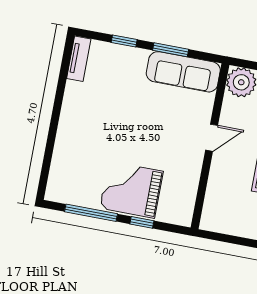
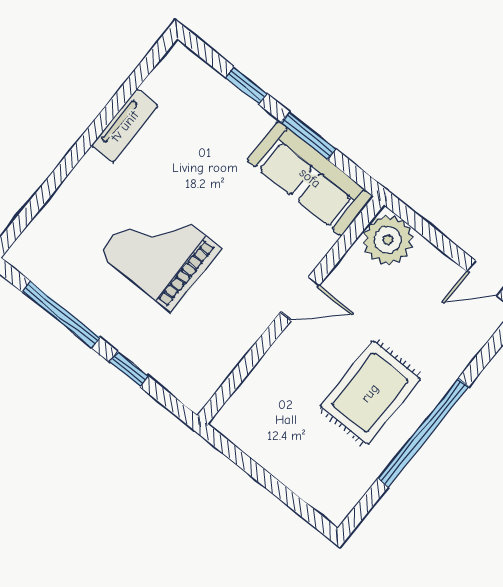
tv unit: (79, 59) -> (125, 126), moved
grand piano: (131, 190) -> (160, 252), moved

